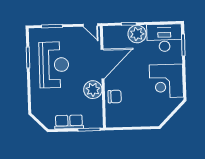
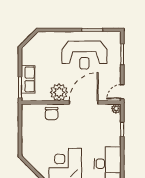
plant: (137, 34) -> (116, 109), moved, width x0.53, depth x0.53
door: (103, 64) -> (84, 103), swing flipped
row of seats: (69, 122) -> (28, 79), moved

